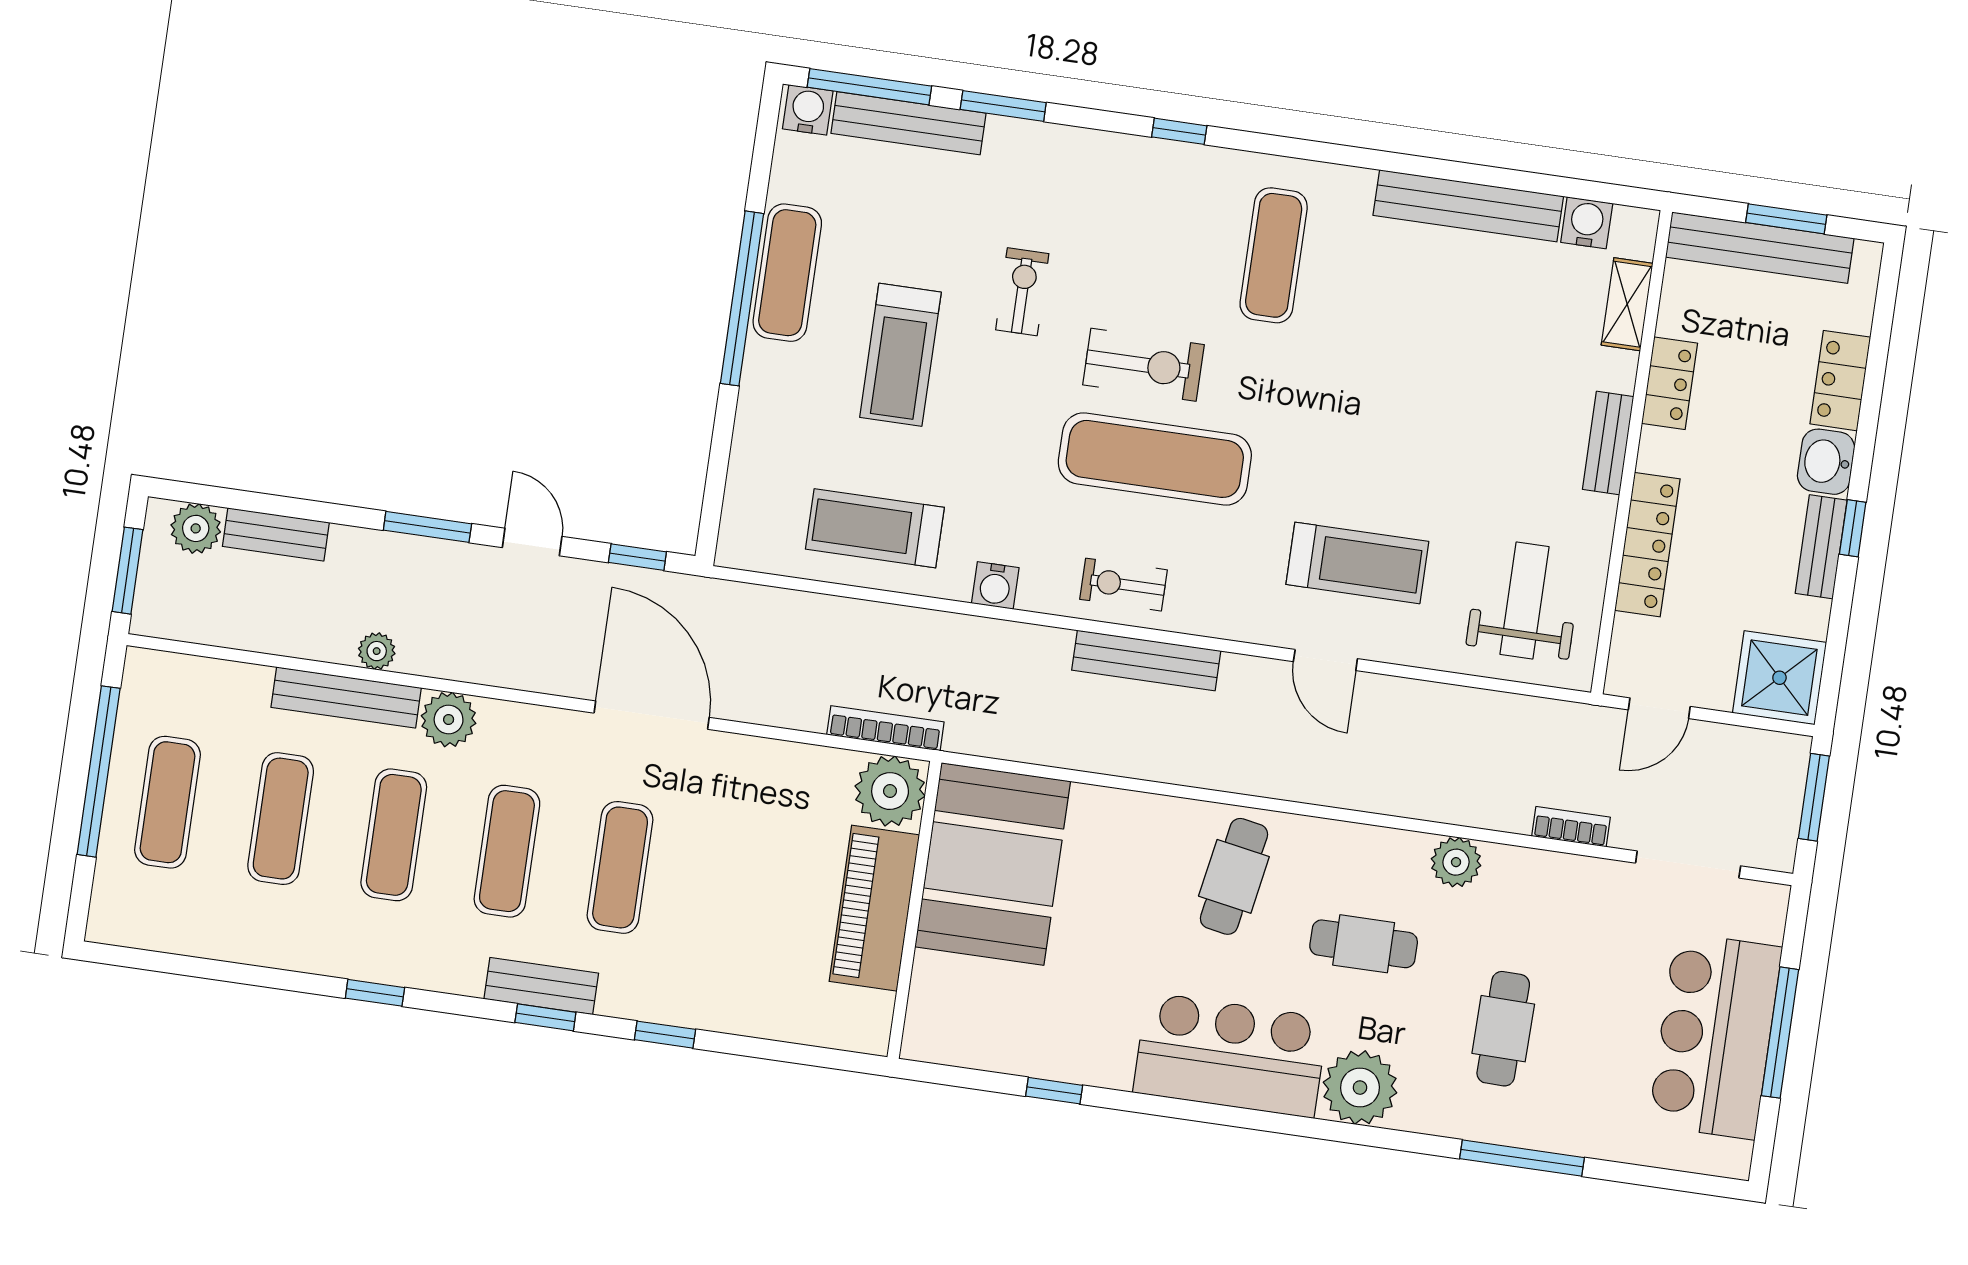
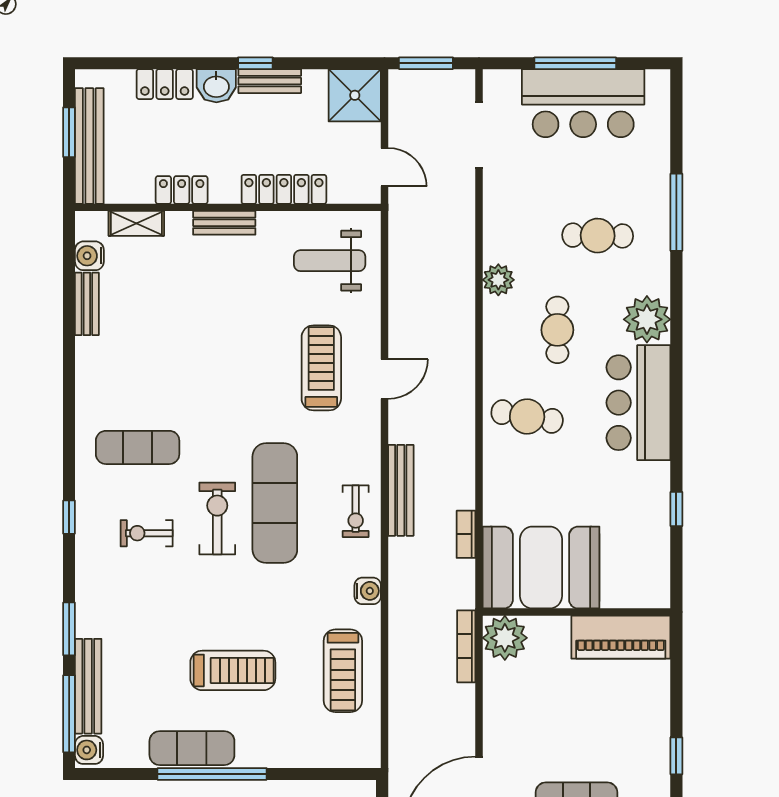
bench: (1468, 206) -> (87, 304), width x0.54, depth x0.82
exercise bike: (1022, 292) -> (147, 533), moved
bookcase: (1571, 827) -> (466, 534), moved
piano: (874, 908) -> (621, 637), moved

